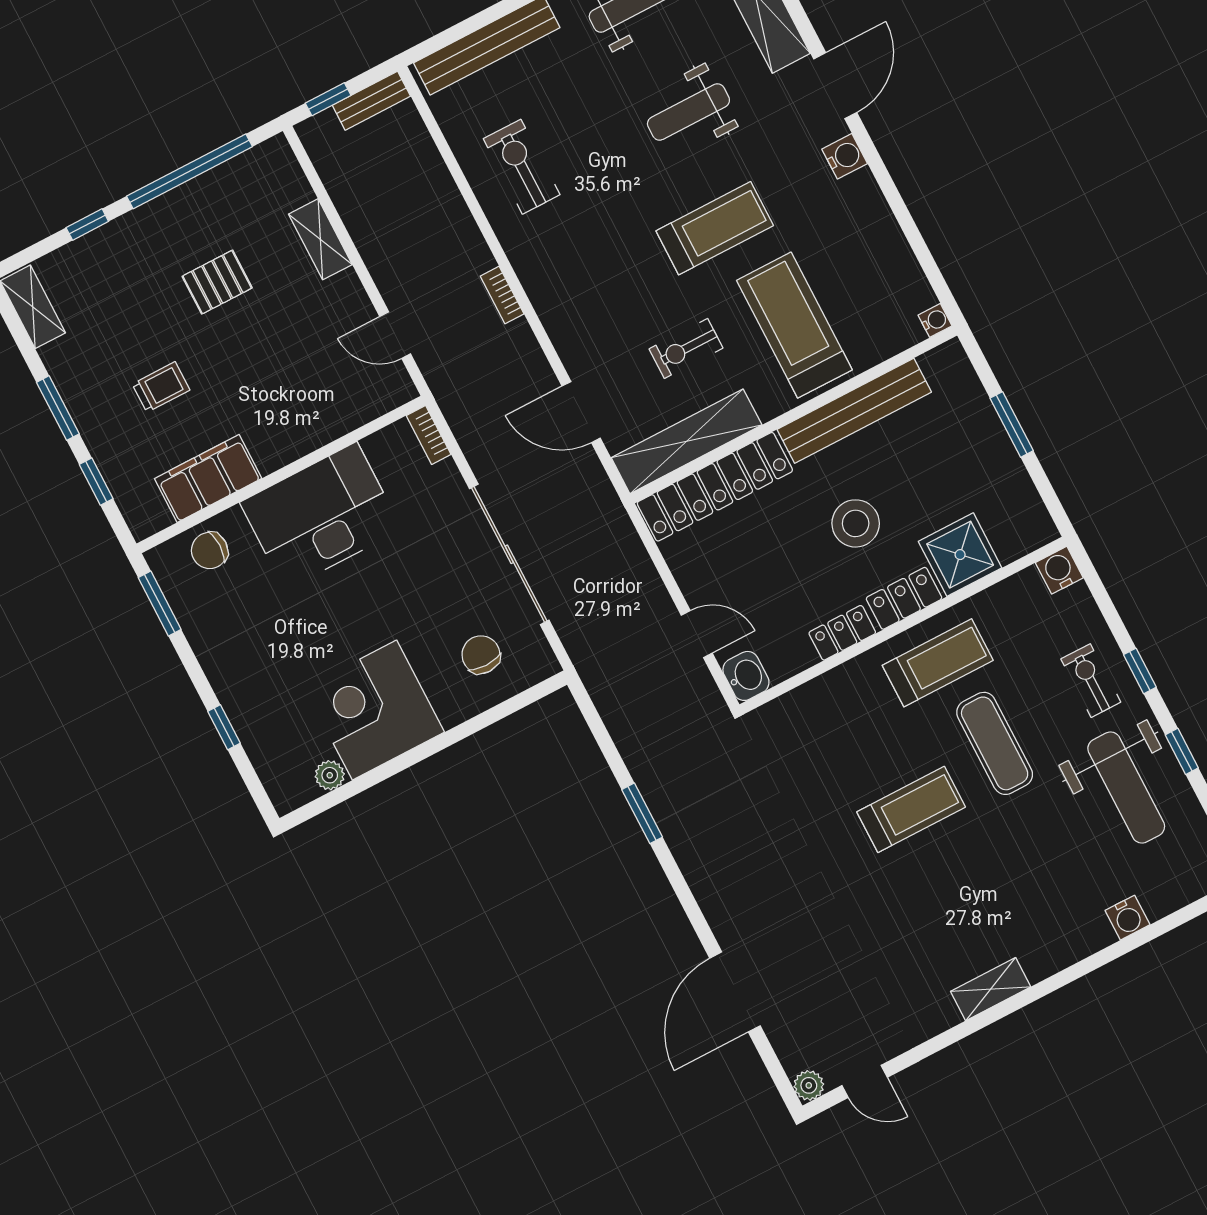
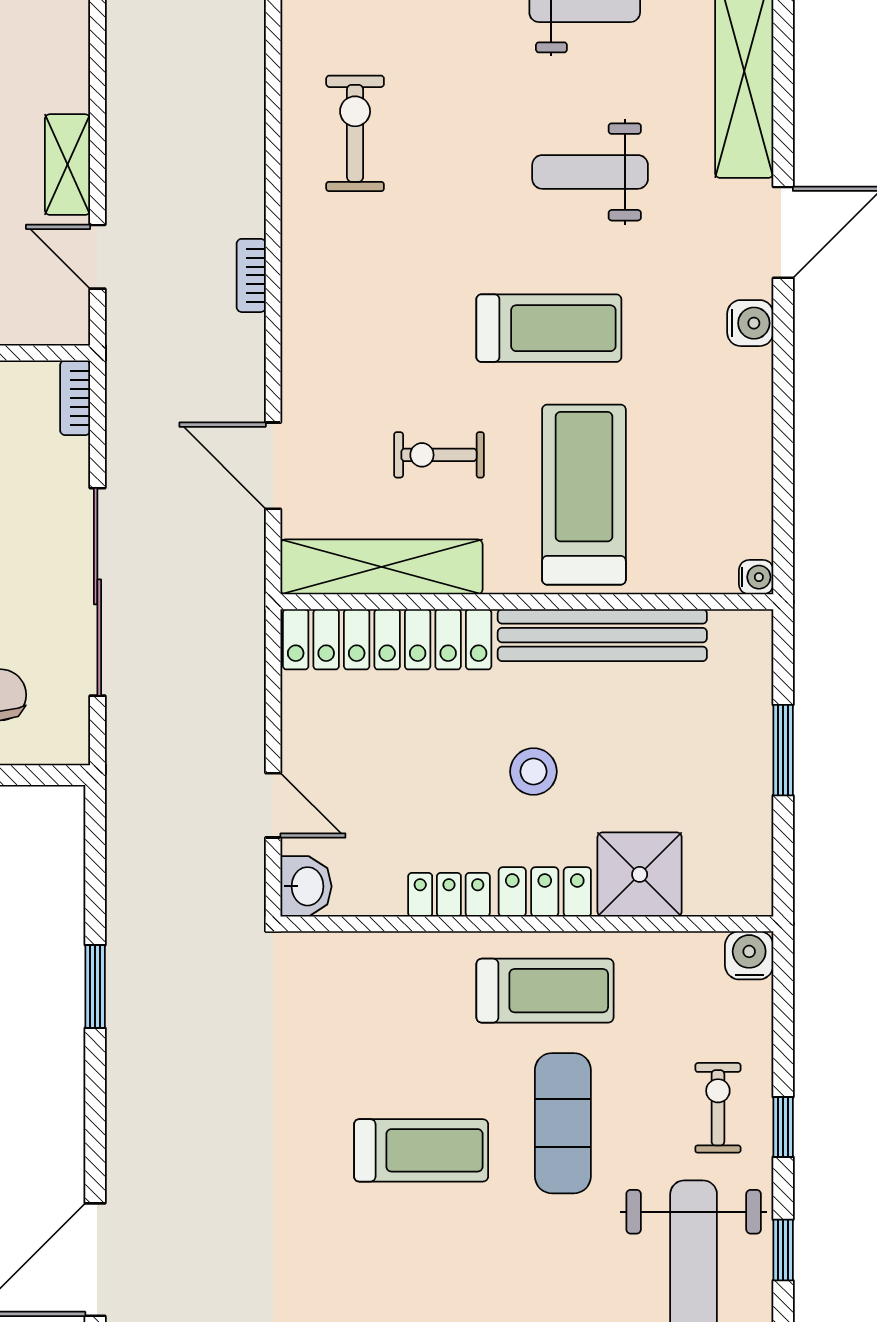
shelving: (320, 239) -> (67, 165), moved
stool: (856, 523) -> (533, 772), width x0.73, depth x0.73

